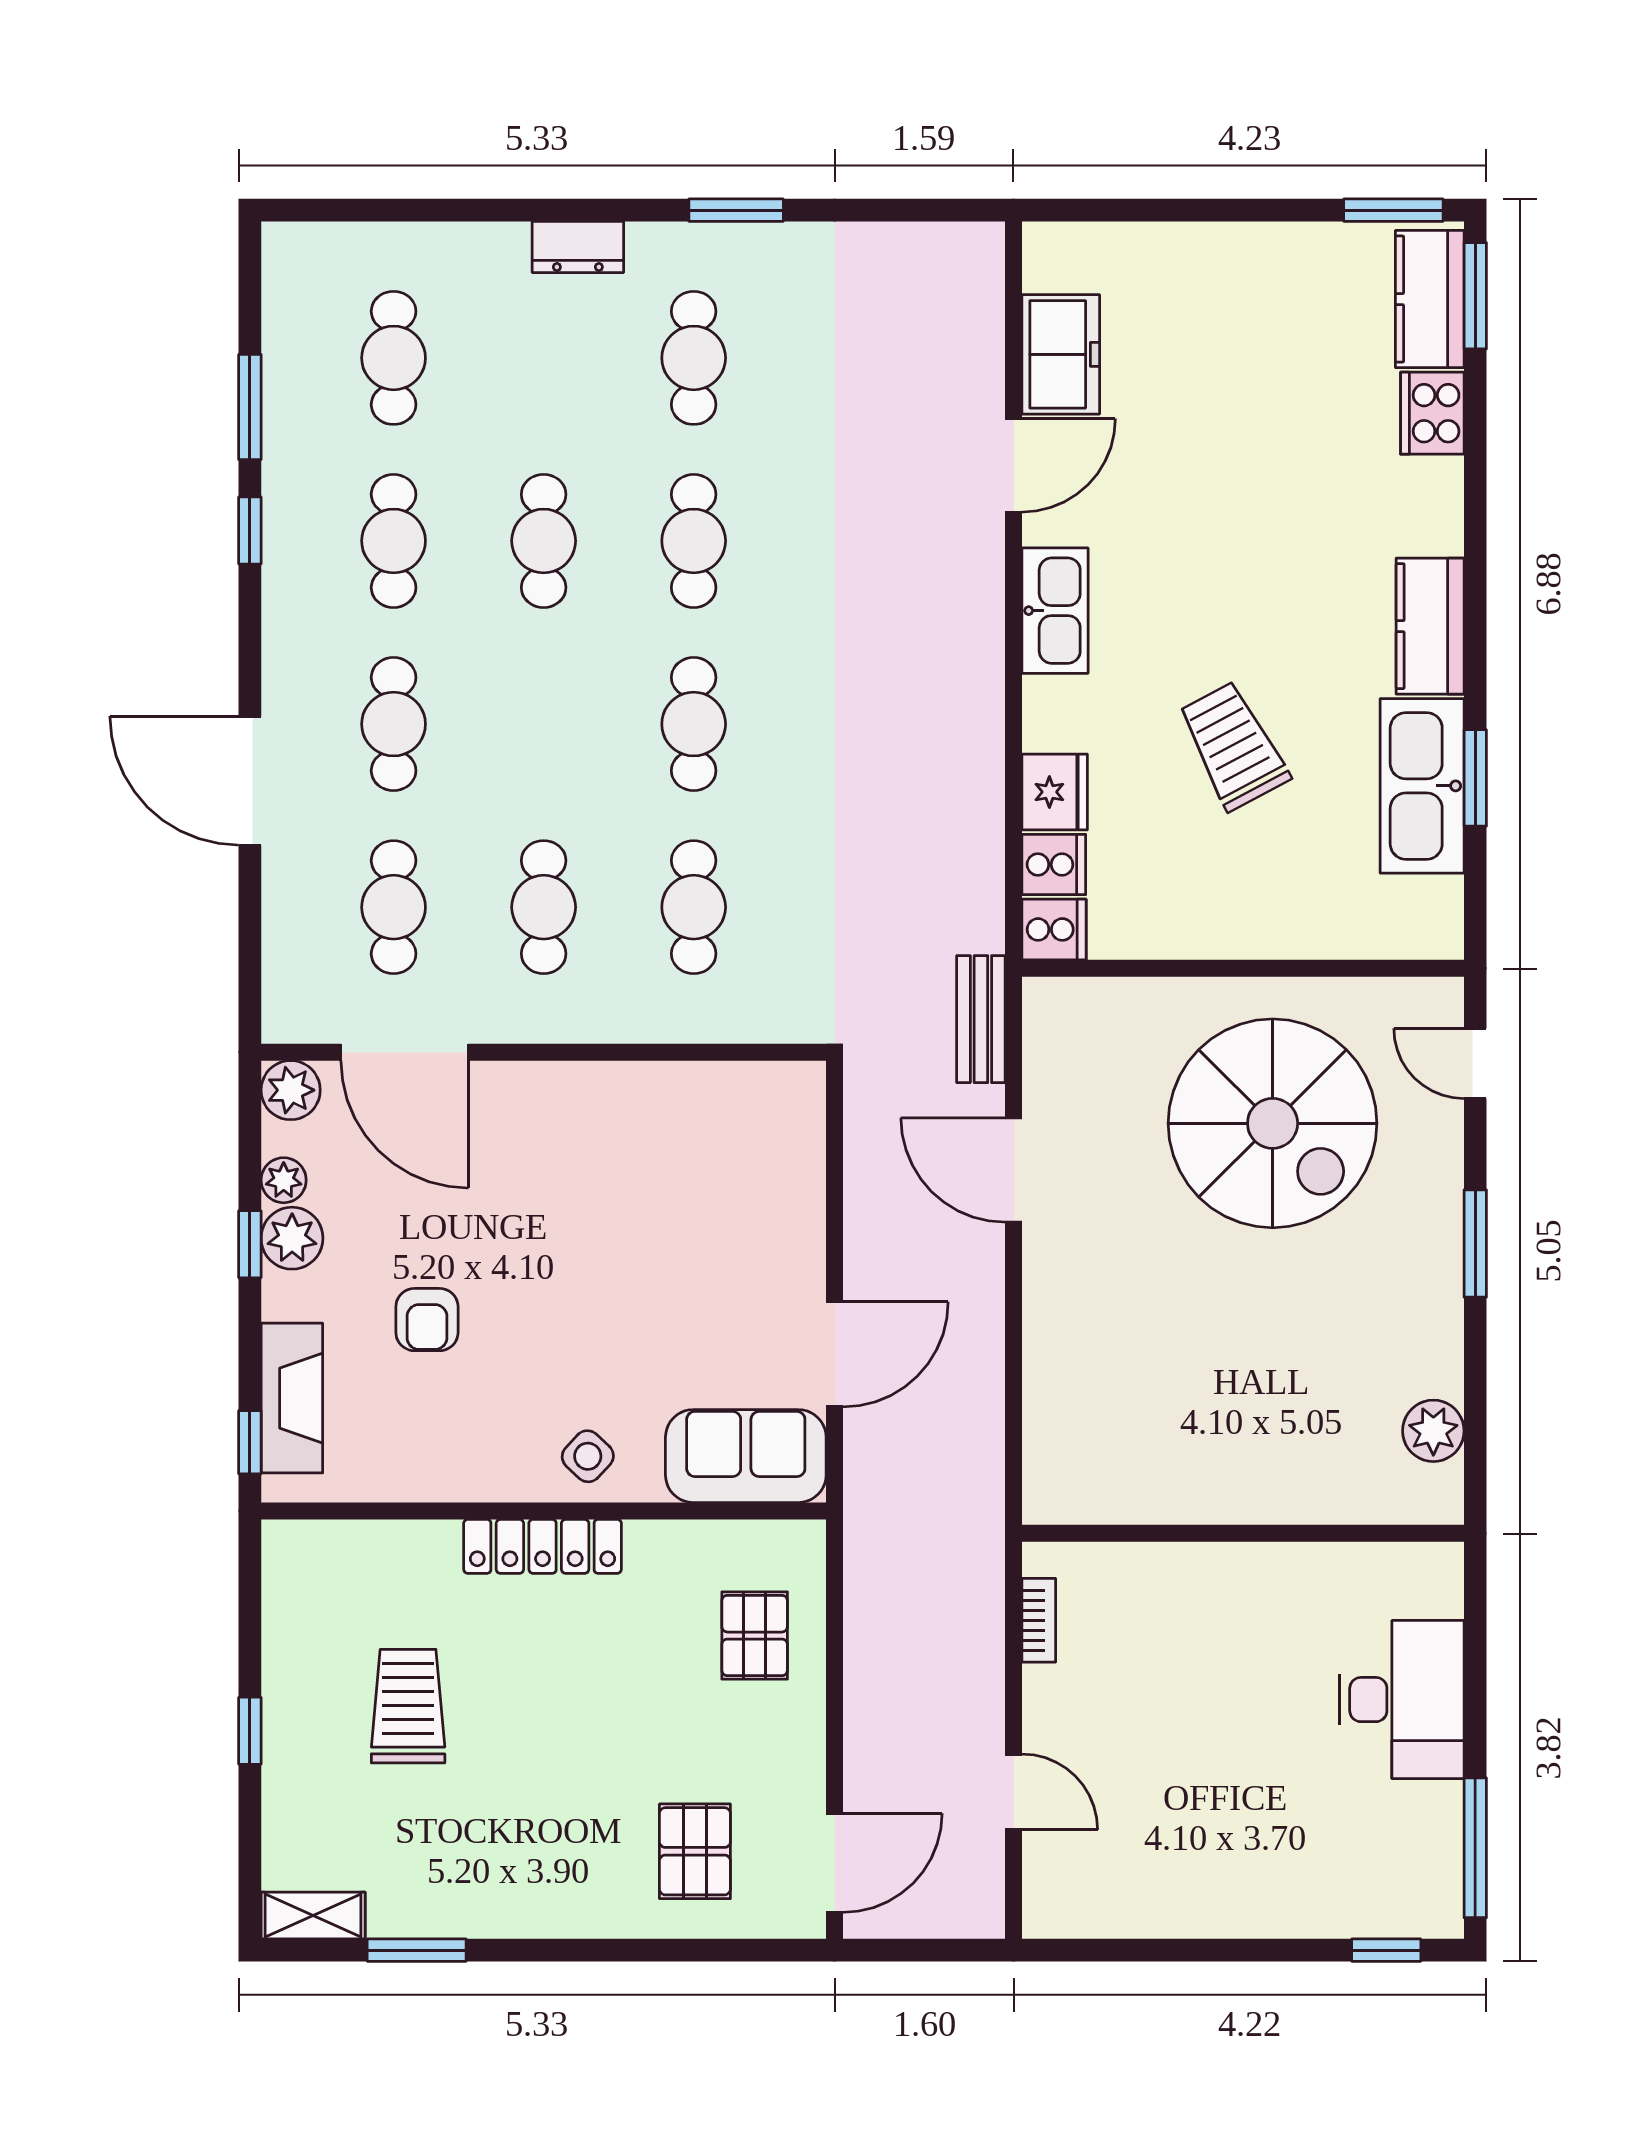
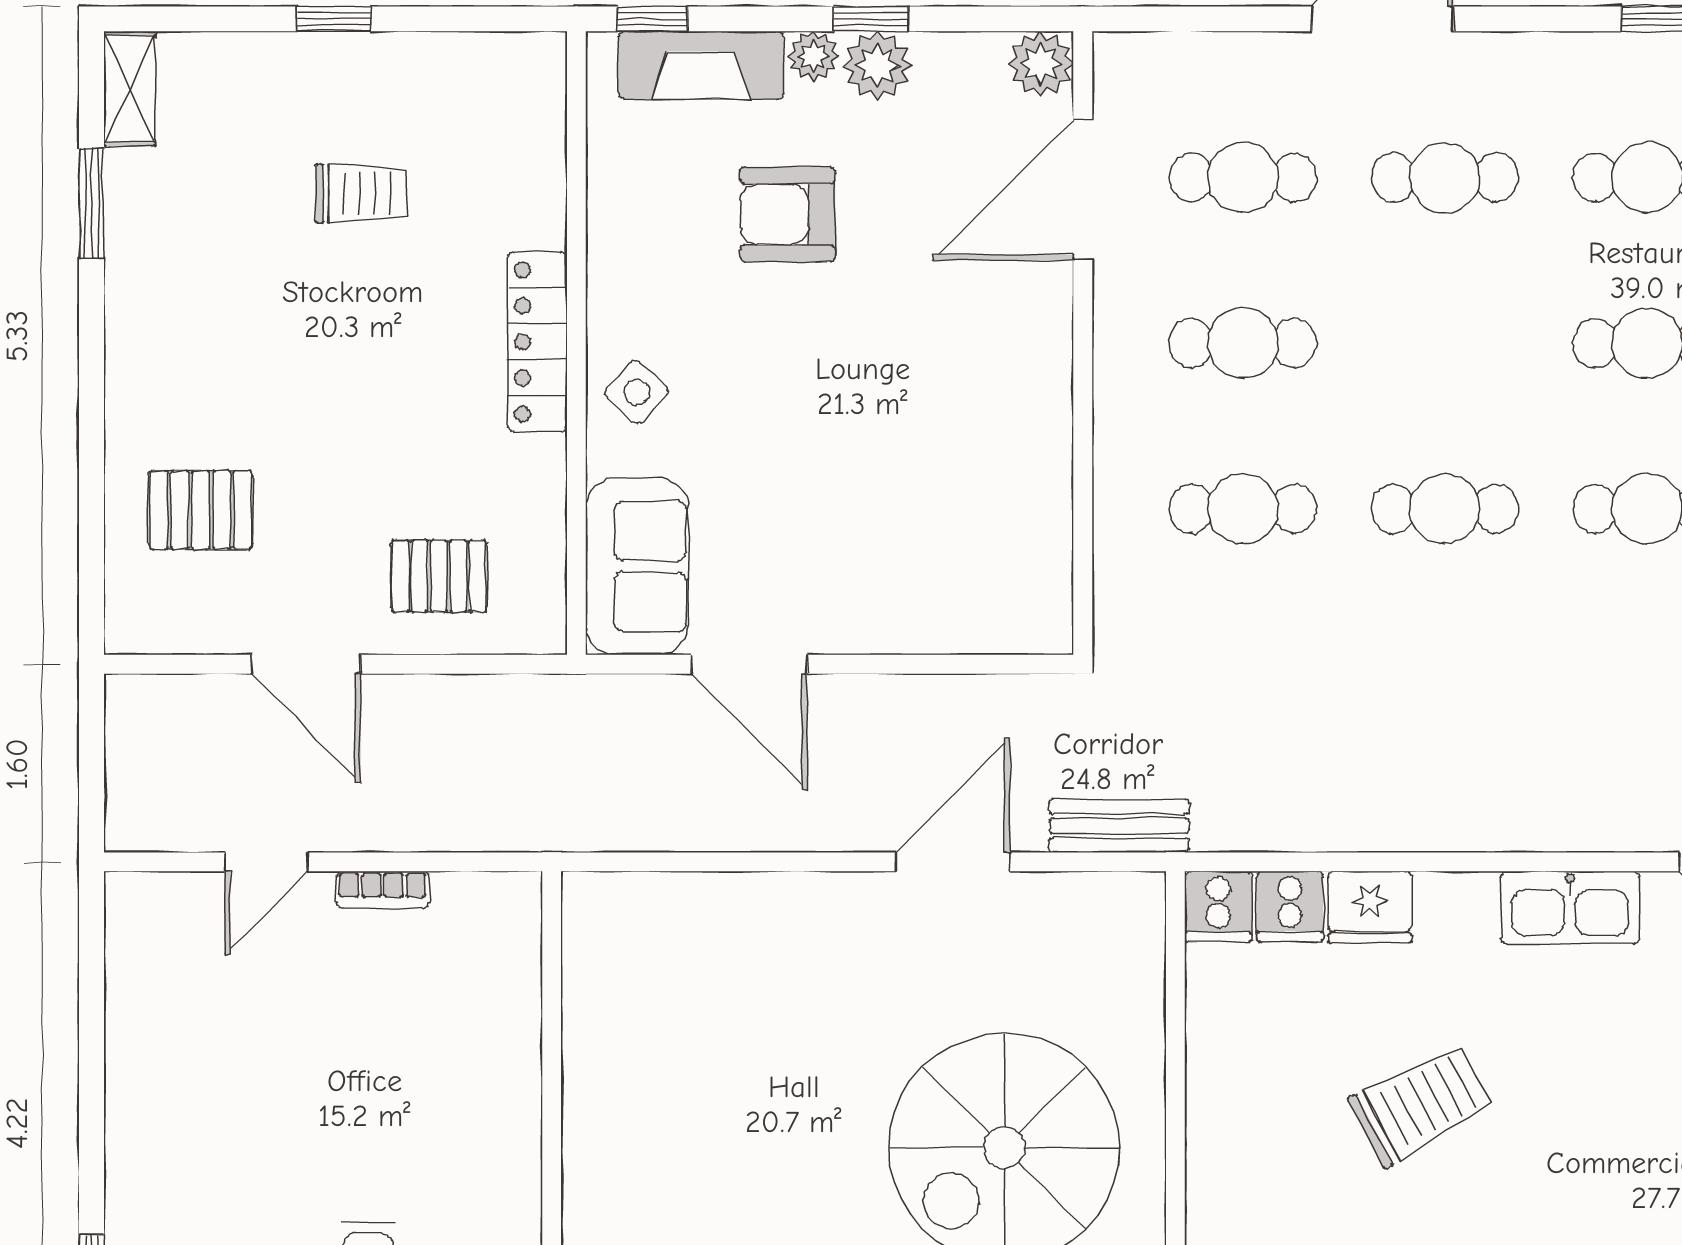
plant: (284, 1180) -> (813, 56), moved
armchair: (427, 1320) -> (788, 214), width x1.38, depth x1.38
bookcase: (1039, 1620) -> (383, 890), moved
trolley: (408, 1706) -> (361, 193), width x0.73, depth x0.72
door: (835, 1863) -> (306, 664), moved

